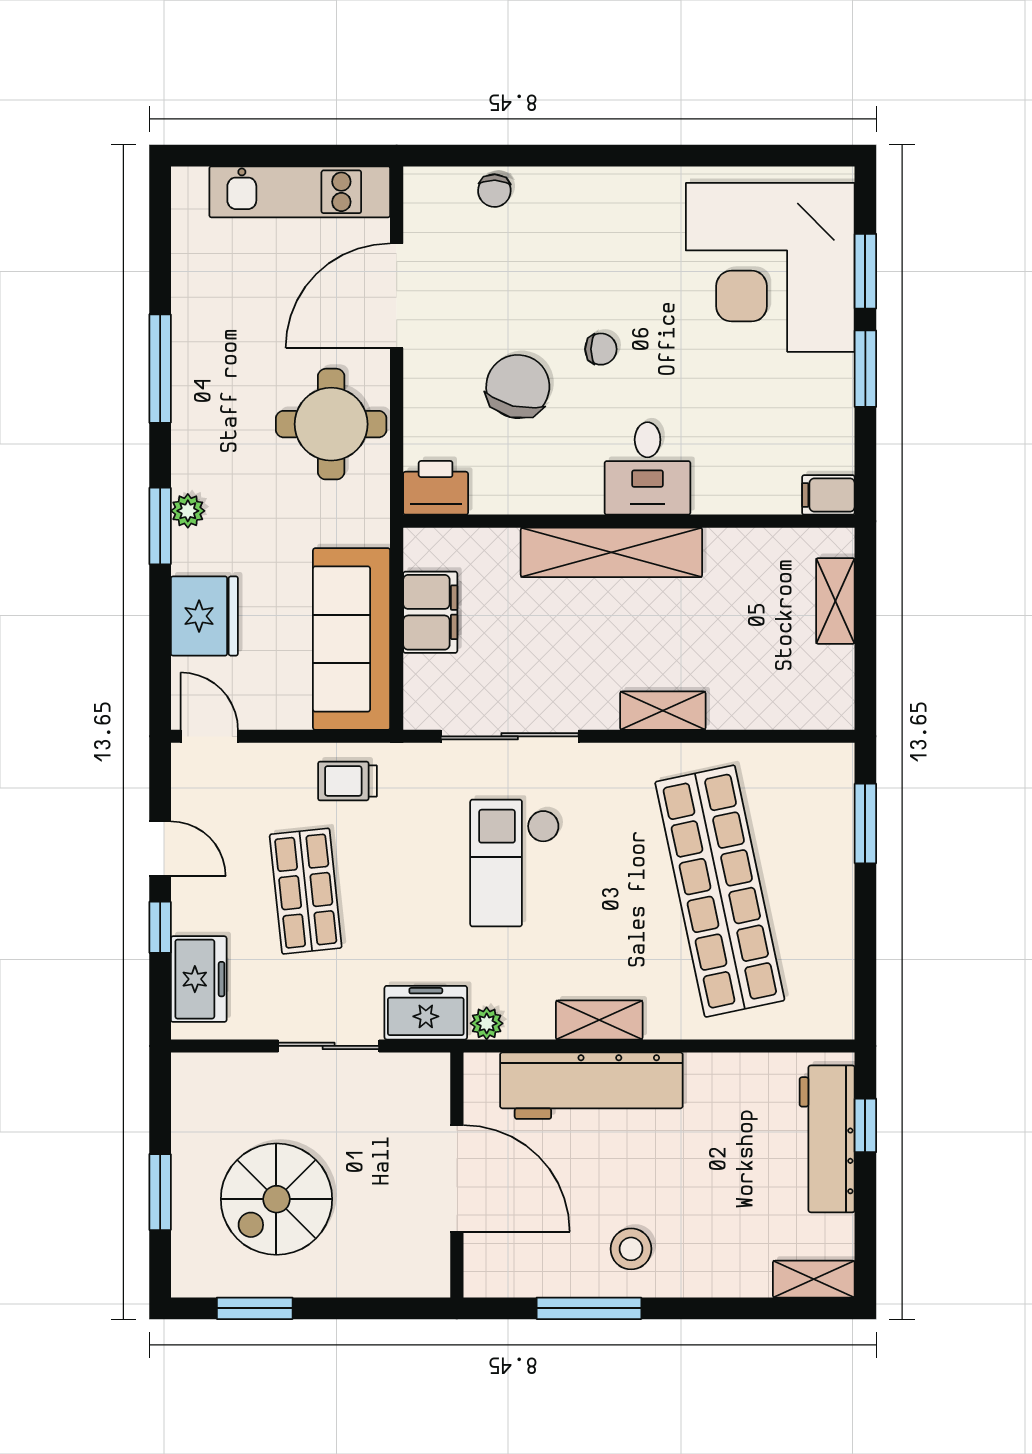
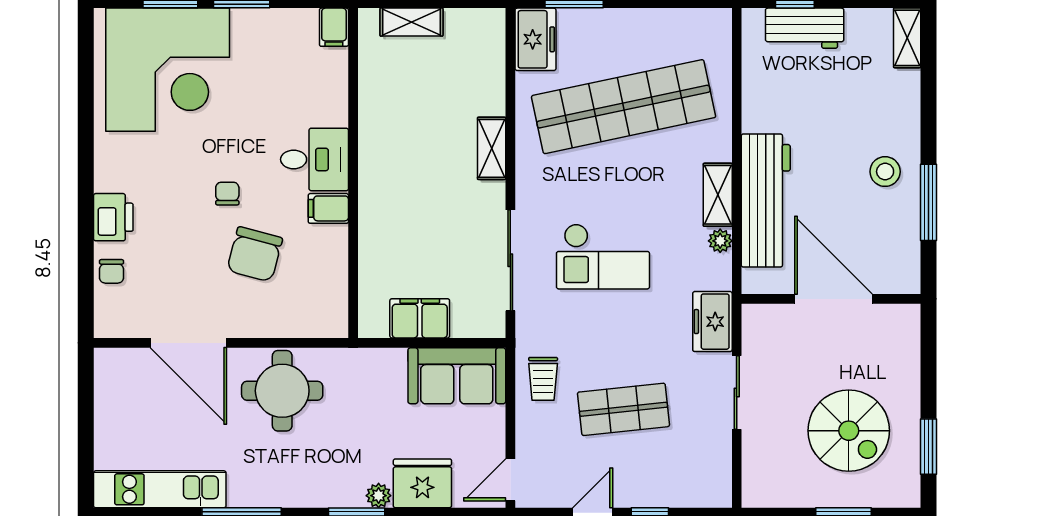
chair: (494, 191) -> (111, 271), turned 88
kitchen unit: (300, 192) -> (160, 489), moved, turned -90
chair: (518, 387) -> (255, 254), turned -89
filing cabinet: (581, 487) -> (328, 208), added
printer: (436, 488) -> (113, 217), moved, turned 180
plant: (188, 511) -> (379, 496), moved
shelving: (611, 552) -> (376, 186), removed
sofa: (352, 639) -> (457, 376), width x0.73
freezer: (199, 979) -> (535, 39), moved, turned 90
plant: (487, 1023) -> (720, 241), moved
workbench: (827, 1139) -> (805, 28), width x0.73
door: (457, 1178) -> (833, 299), hinge flipped

